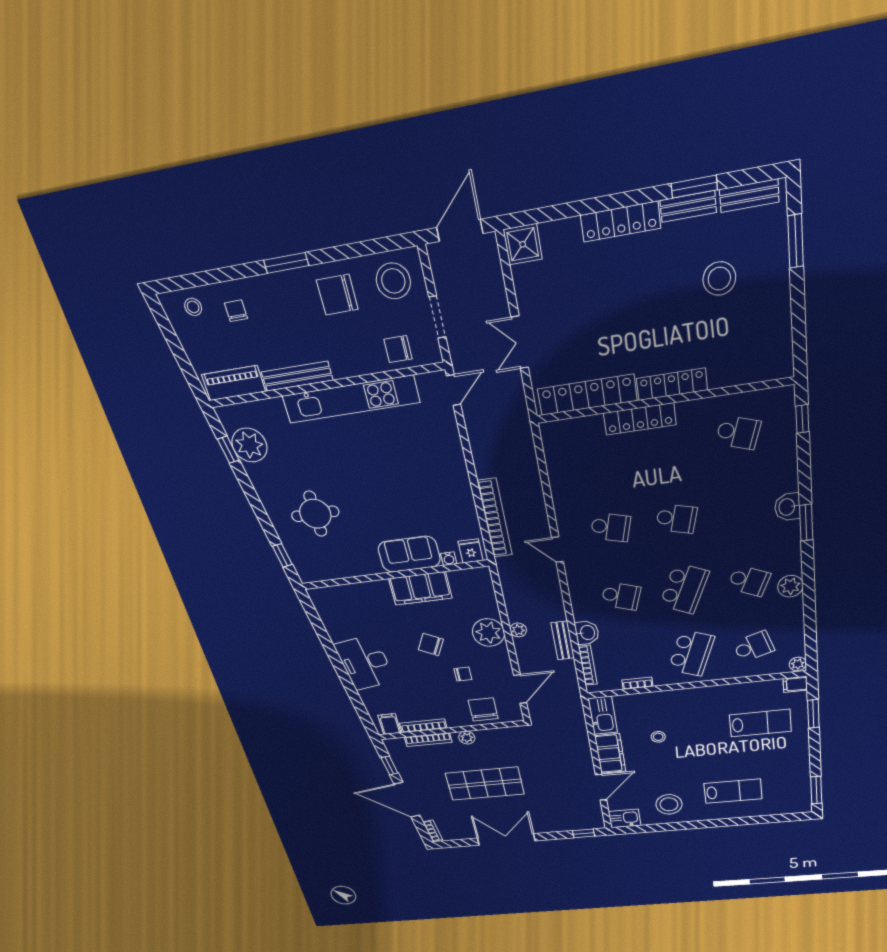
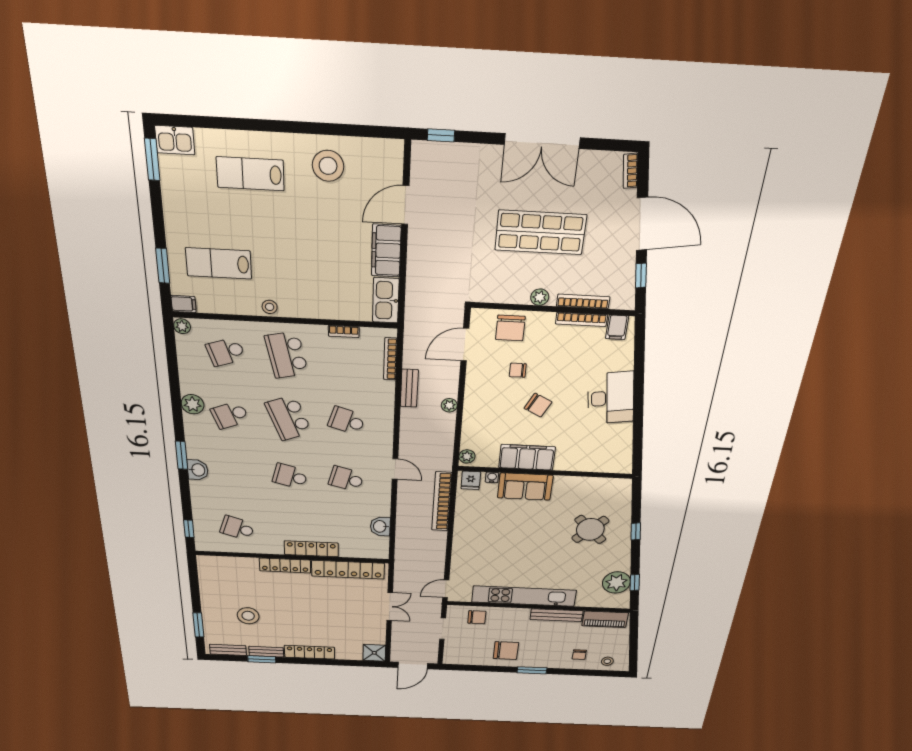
stool: (393, 281) -> (465, 651), removed
round table: (315, 514) -> (590, 529), turned 45
window: (282, 555) -> (636, 531), moved
school desk: (749, 581) -> (230, 415), turned -45
school desk: (684, 589) -> (288, 418), turned -45
plant: (488, 633) -> (467, 456), moved, width x0.53, depth x0.53
washbasin: (587, 633) -> (380, 526), moved
school desk: (691, 653) -> (287, 355), turned -33
stool: (658, 737) -> (270, 307), moved
kitchen sink: (625, 818) -> (175, 140), moved

